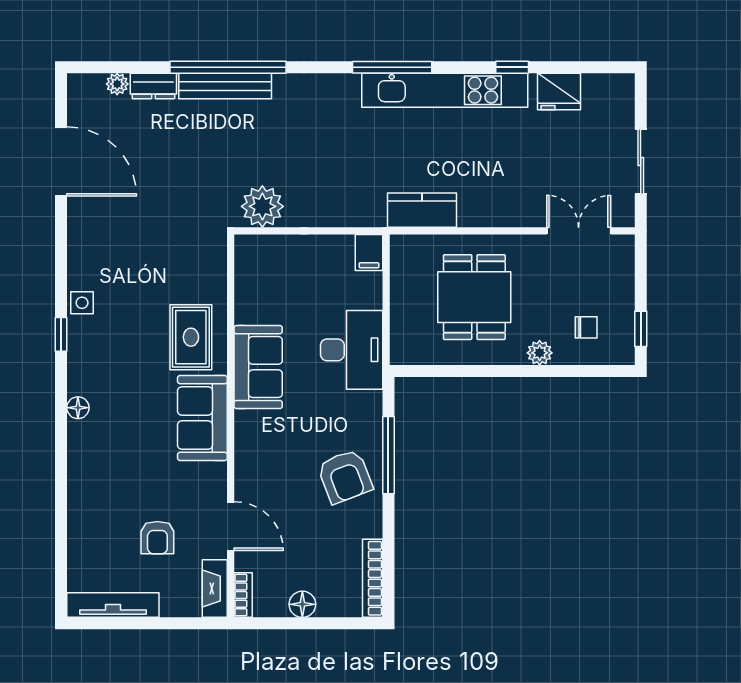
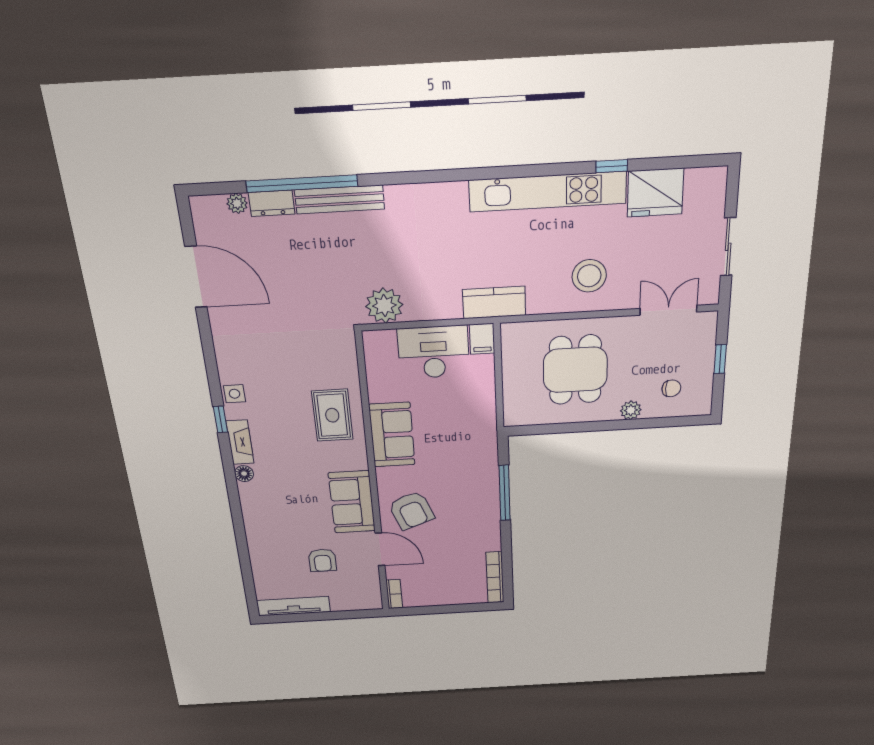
window: (228, 67) -> (302, 184), moved
window: (392, 67) -> (497, 173), removed
fridge: (559, 91) -> (655, 193), width x1.36, depth x1.34
stool: (489, 185) -> (589, 276), added
kitchen counter: (422, 210) -> (494, 302), moved
window: (641, 329) -> (720, 359), moved
desk: (352, 350) -> (434, 352), moved, turned -90
sofa: (202, 418) -> (352, 502), moved
armchair: (345, 476) -> (411, 510), moved
fireplace: (215, 589) -> (240, 442), moved, turned 180
floor lamp: (302, 604) -> (441, 597), removed

